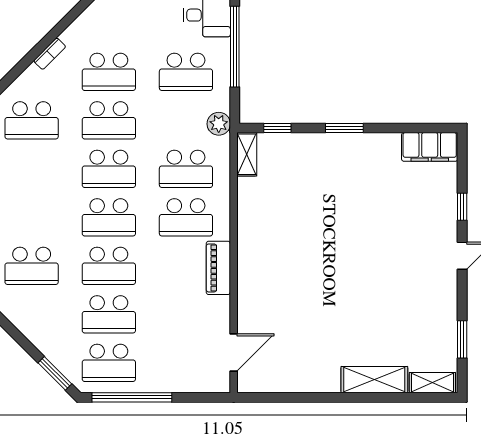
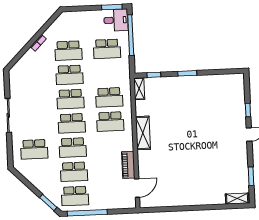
school desk: (32, 120) -> (31, 77), removed
plant: (219, 124) -> (124, 74), removed
filing cabinet: (430, 147) -> (230, 81), removed
piano: (218, 268) -> (128, 165), moved
shelving: (374, 380) -> (143, 133), moved, turned 90

